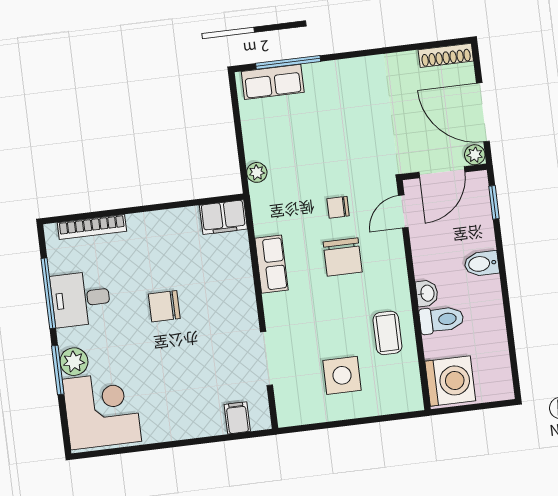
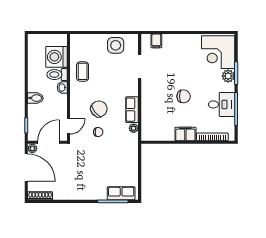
plant: (257, 172) -> (134, 128), moved
filing cabinet: (223, 217) -> (185, 134), moved
chair: (343, 257) -> (99, 109), turned 51
side table: (342, 375) -> (116, 45), moved
washing machine: (450, 381) -> (56, 57), moved

